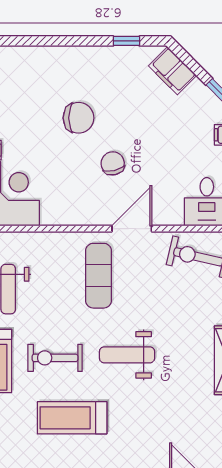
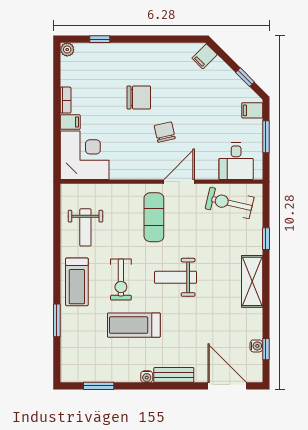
window: (126, 41) -> (100, 39), moved
filing cabinet: (173, 71) -> (205, 56), width x0.50
exercise bike: (55, 358) -> (121, 280), turned -90

